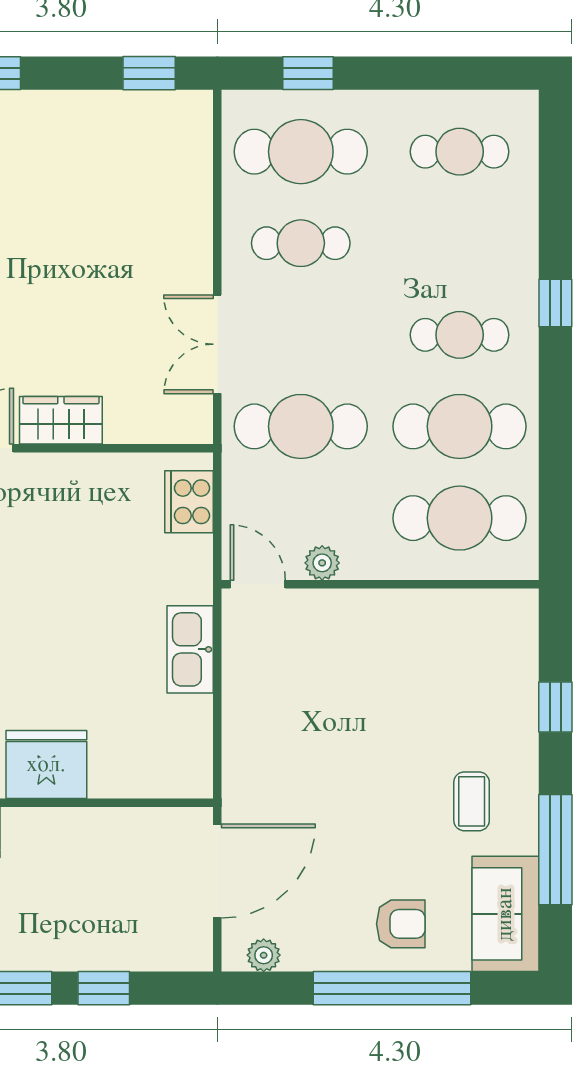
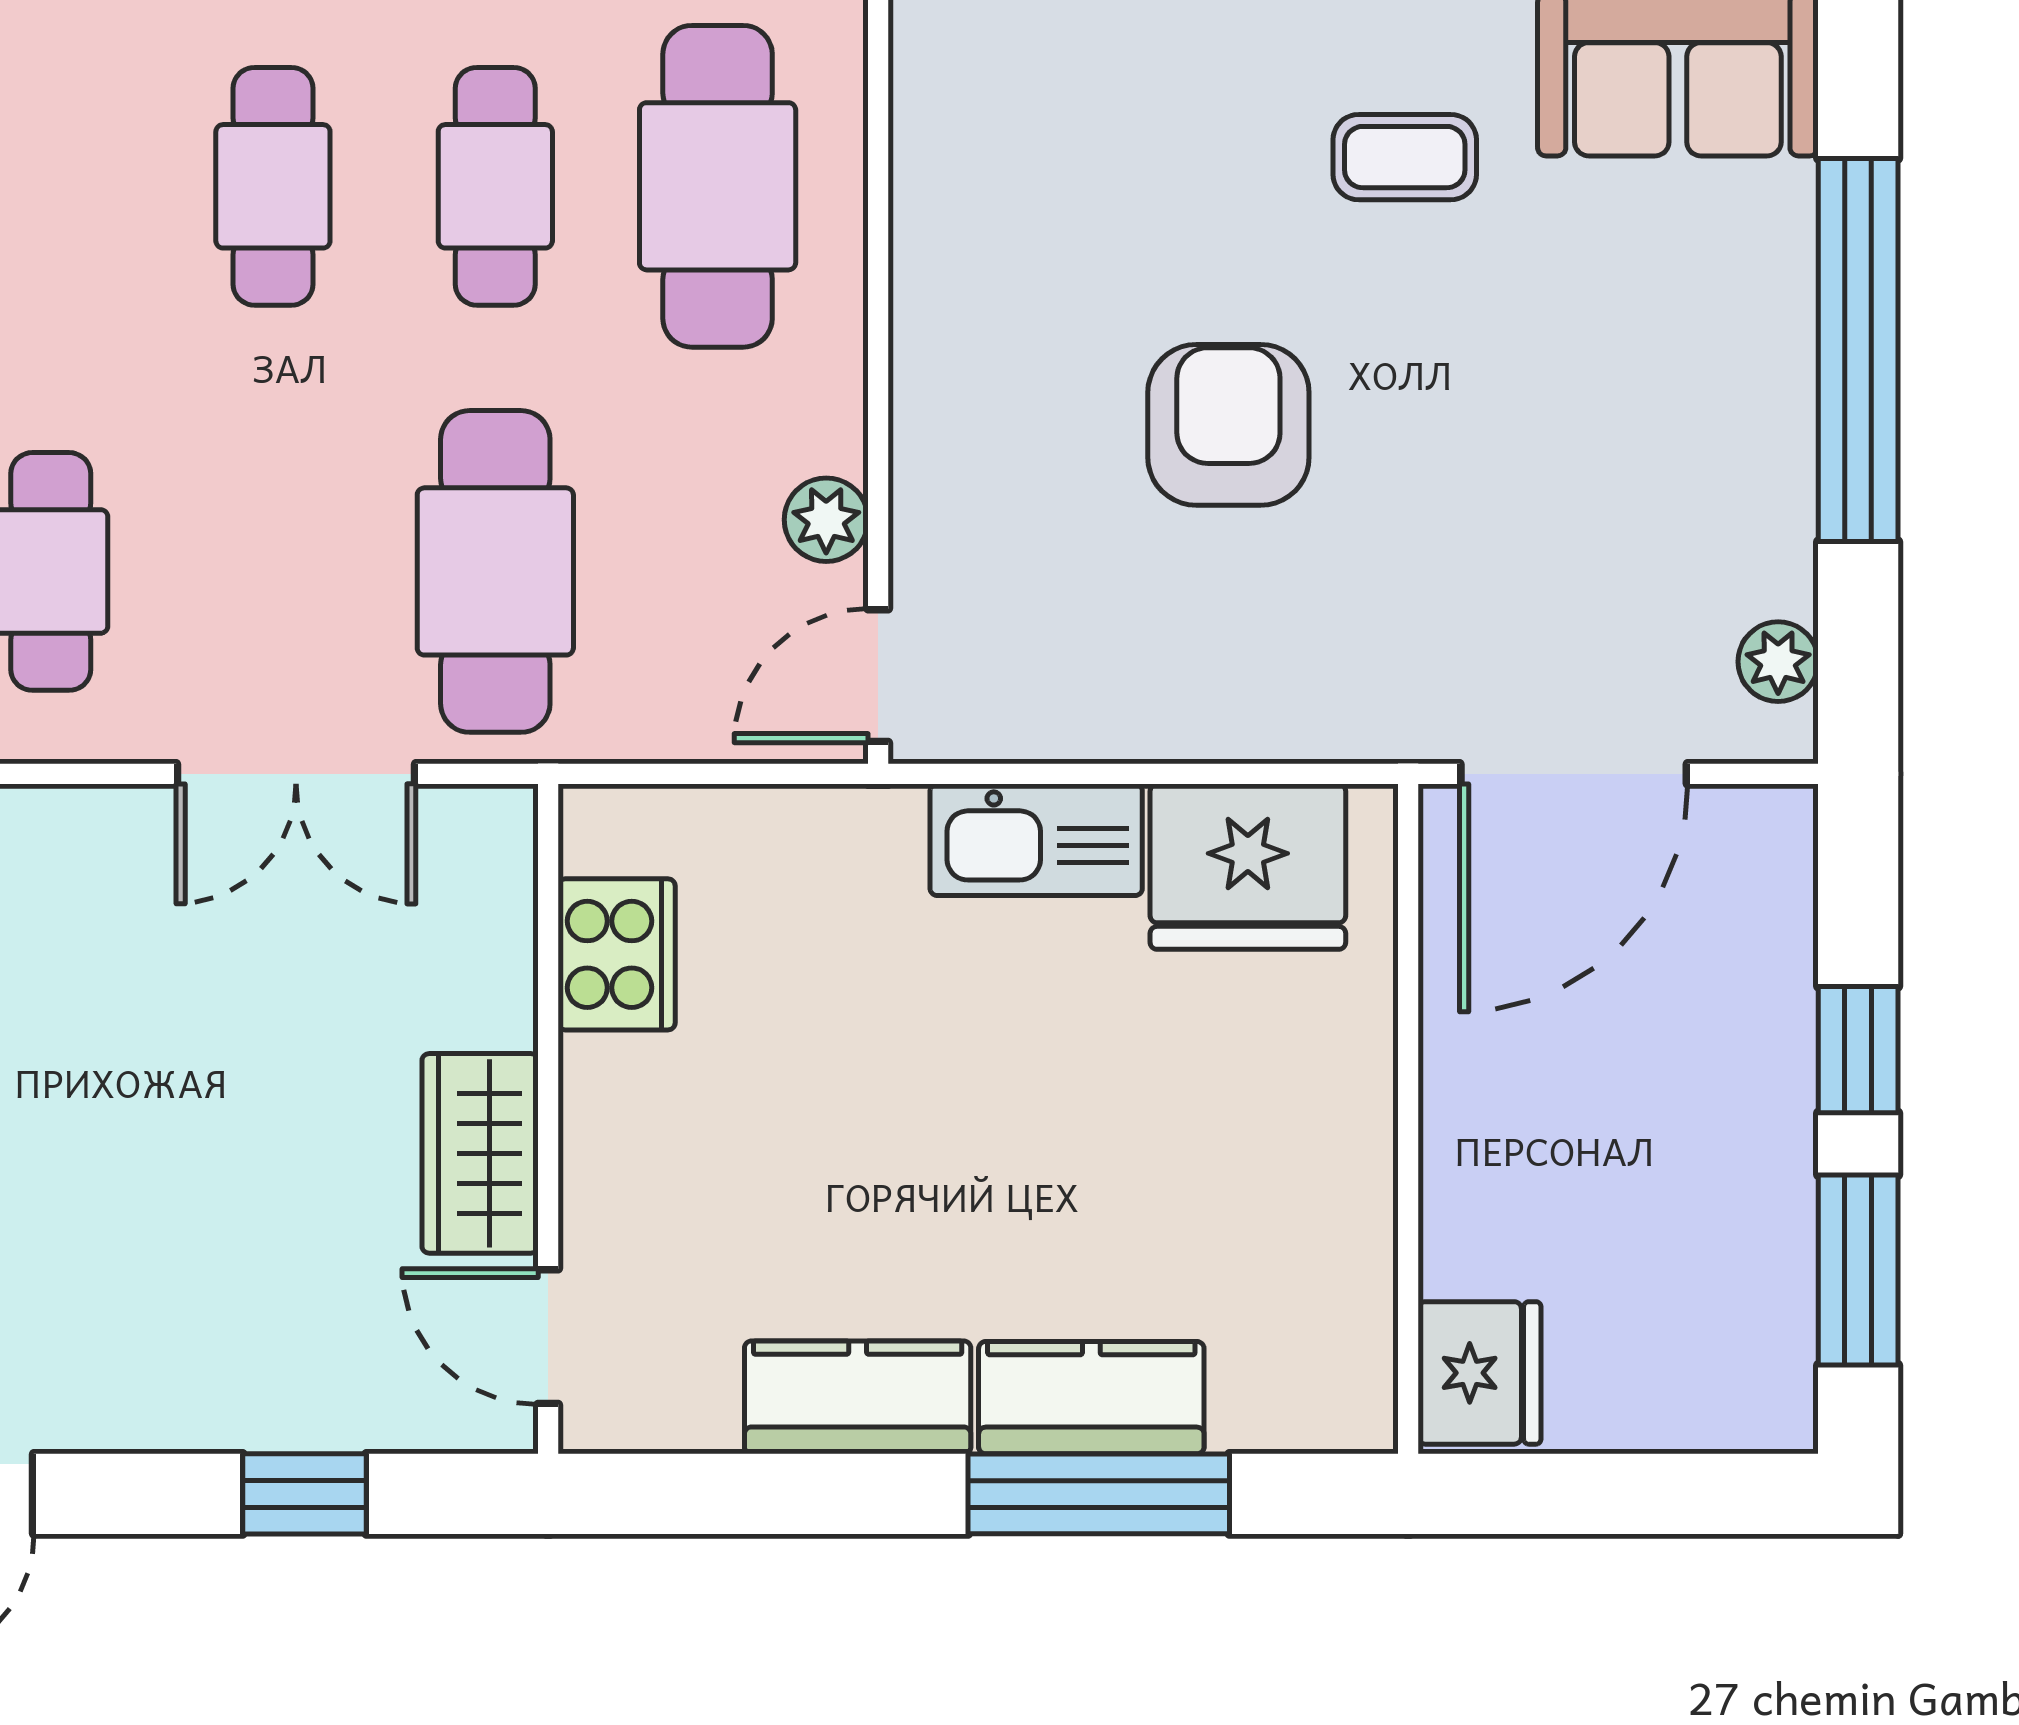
cafe table: (460, 426) -> (495, 186), width x0.73, depth x0.74
cooker: (189, 502) -> (617, 954), moved, turned -90
fridge: (46, 765) -> (1248, 867), moved, turned -90
door: (217, 871) -> (1574, 774), swing flipped
armchair: (401, 924) -> (1228, 425), moved, width x1.38, depth x1.38

